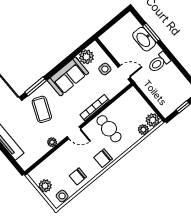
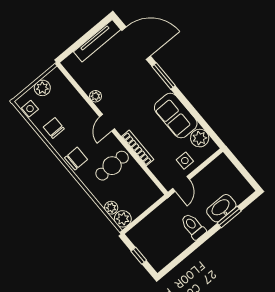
coffee table: (42, 109) -> (136, 84), removed
chair: (103, 158) -> (76, 159), turned 90

